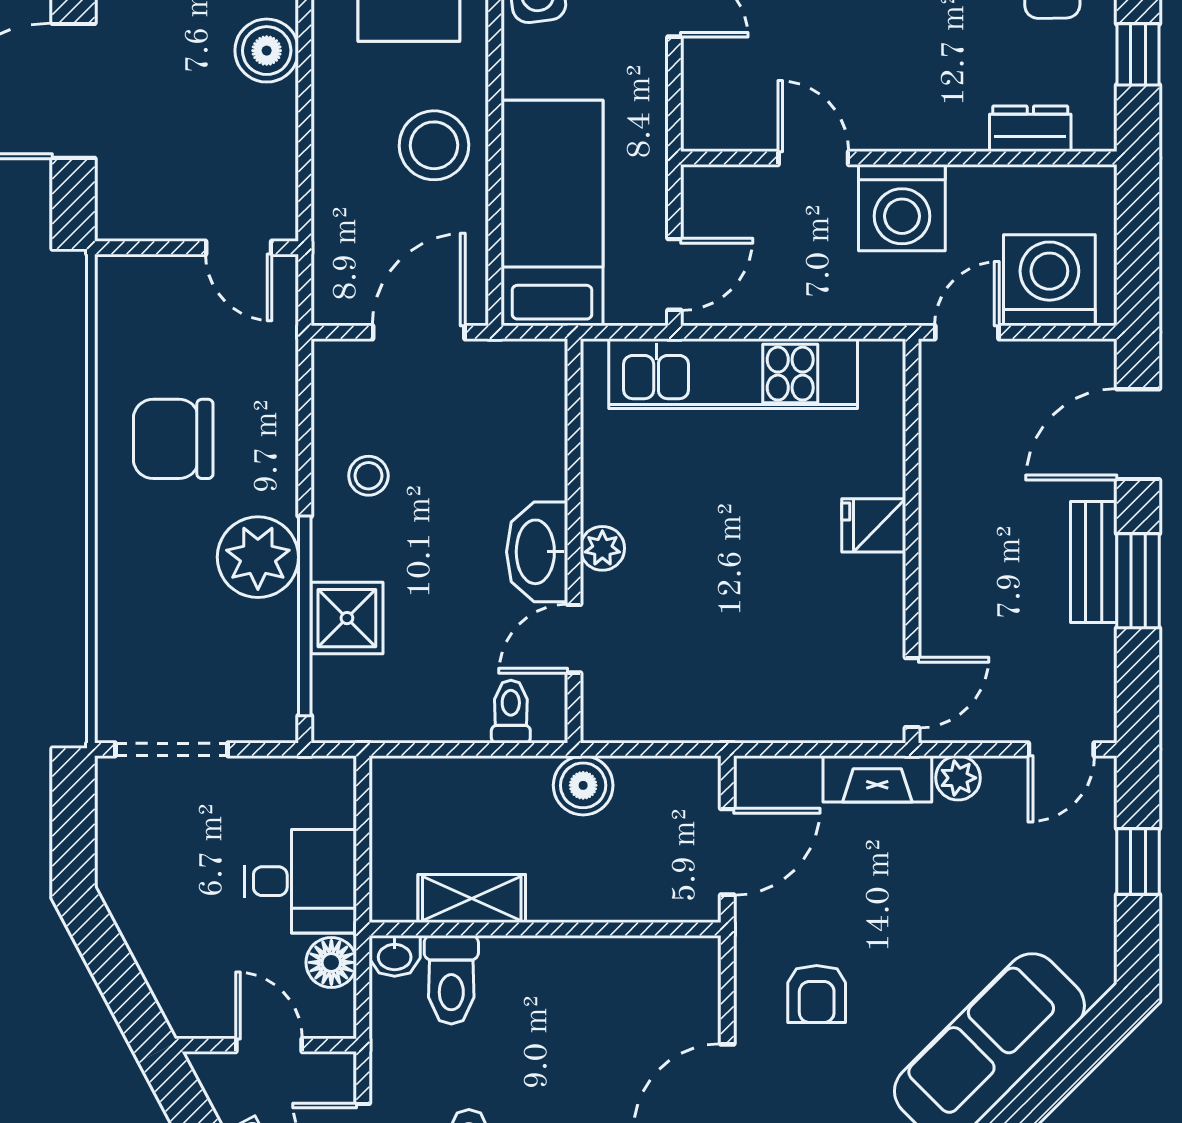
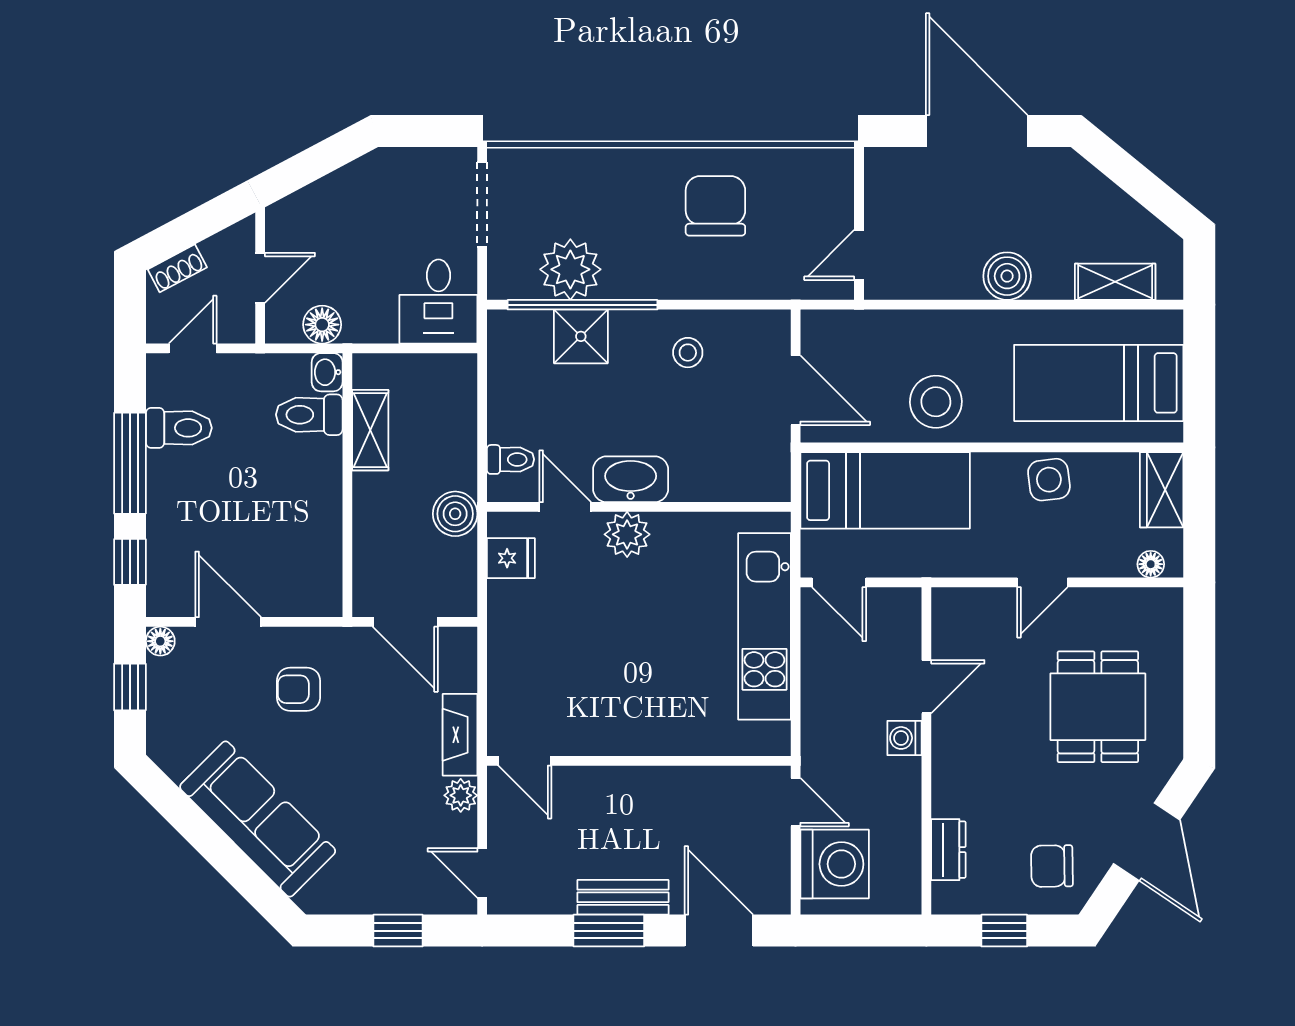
washing machine: (902, 208) -> (904, 738), width x0.53, depth x0.53
fridge: (874, 525) -> (511, 558), moved, turned 90
plant: (602, 548) -> (627, 534), width x1.38, depth x1.38
plant: (258, 557) -> (570, 269), moved
desk: (301, 881) -> (438, 302), moved

